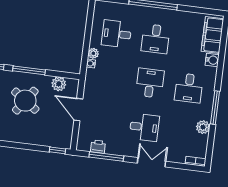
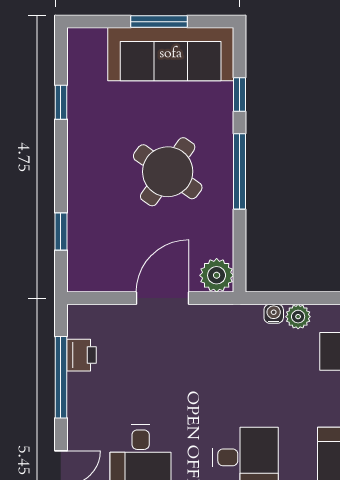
plant: (59, 84) -> (217, 275), moved
window: (57, 150) -> (61, 231), moved

